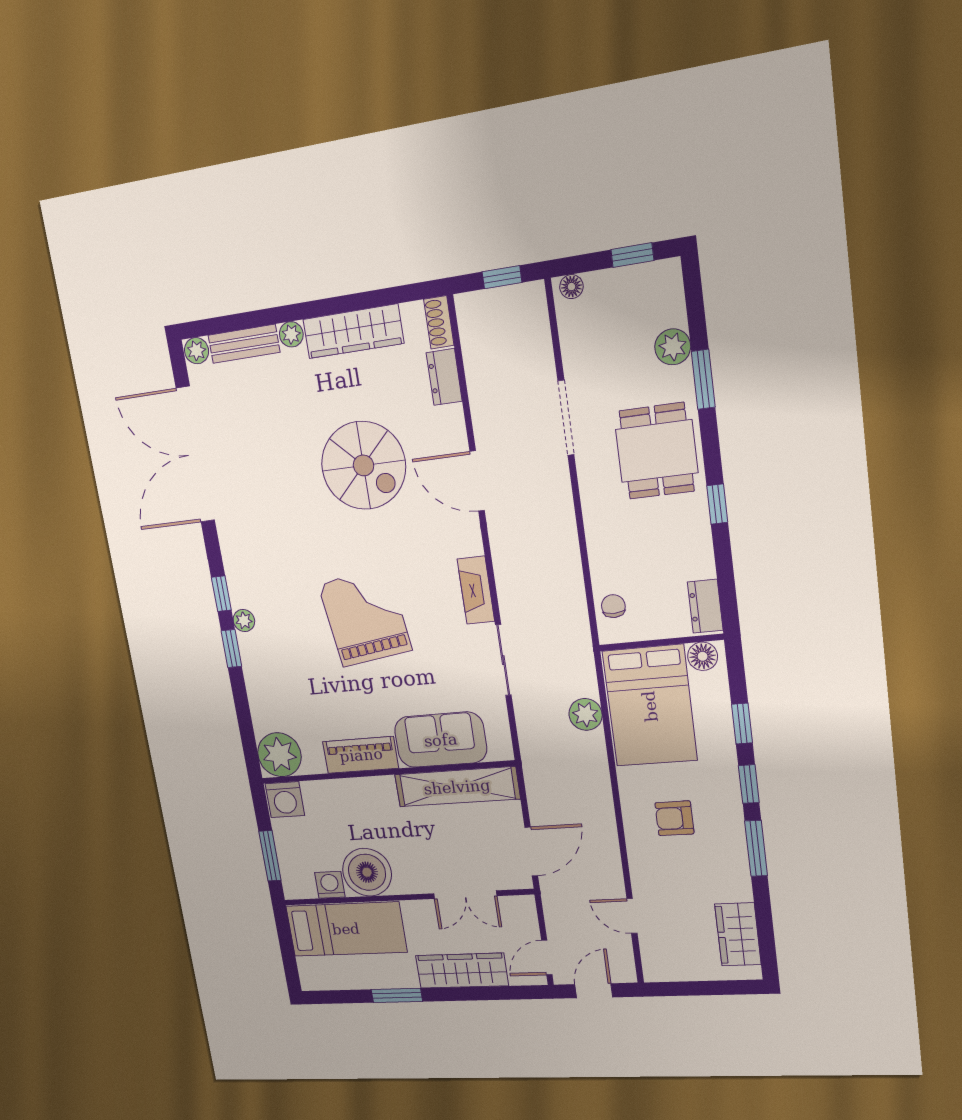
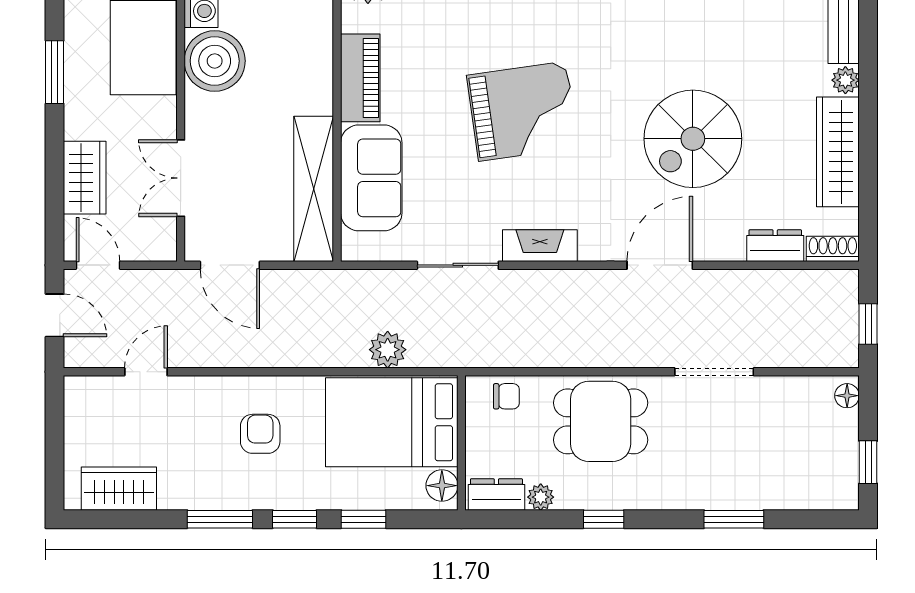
plant: (673, 347) -> (541, 497), moved, width x0.73, depth x0.73
dining table: (657, 451) -> (601, 421), moved
wardrobe: (462, 971) -> (85, 178), width x0.67

